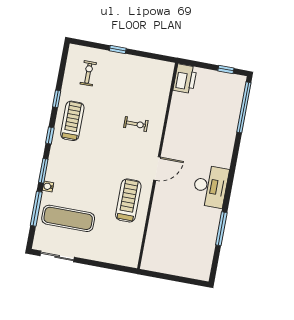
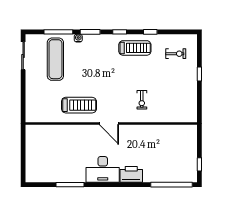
printer: (185, 79) -> (131, 174), moved, turned 180

